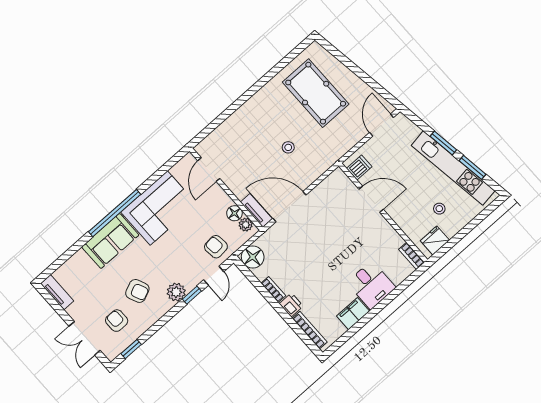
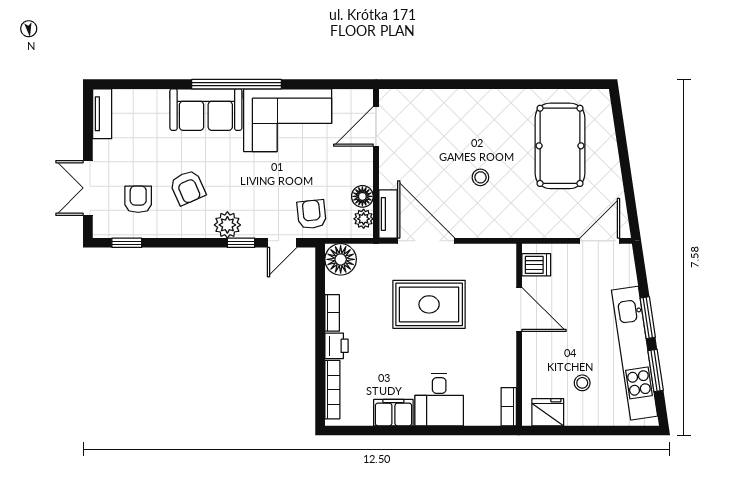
rug: (321, 239) -> (429, 304), added

